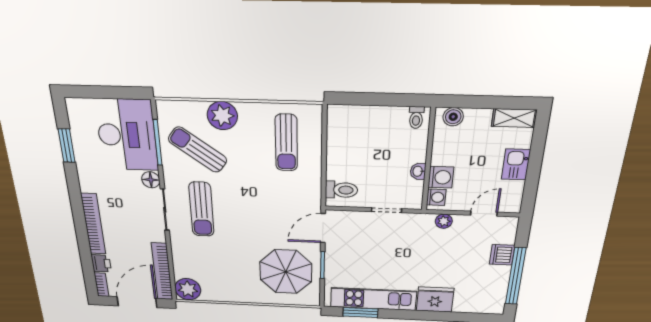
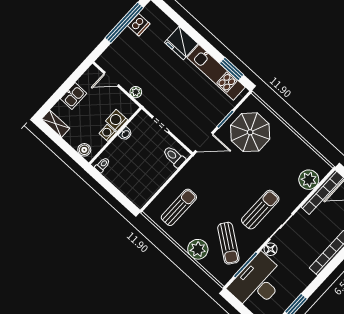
washing machine: (436, 197) -> (108, 133), moved
dishwasher: (502, 255) -> (139, 25), moved
plant: (188, 289) -> (309, 180), moved

